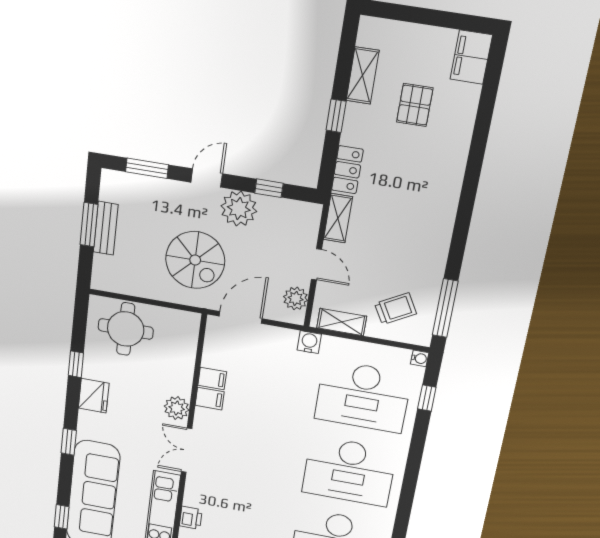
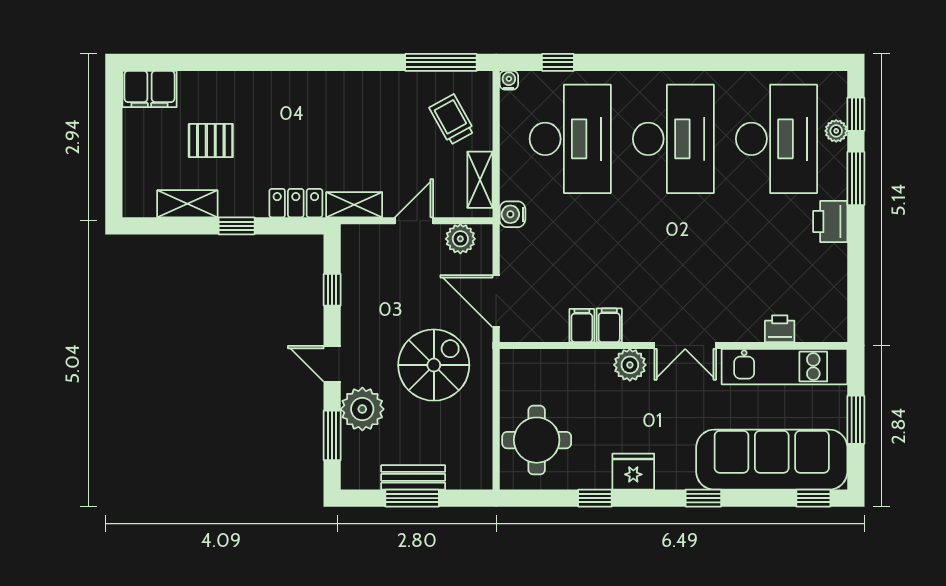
plant: (239, 209) -> (362, 409), moved

